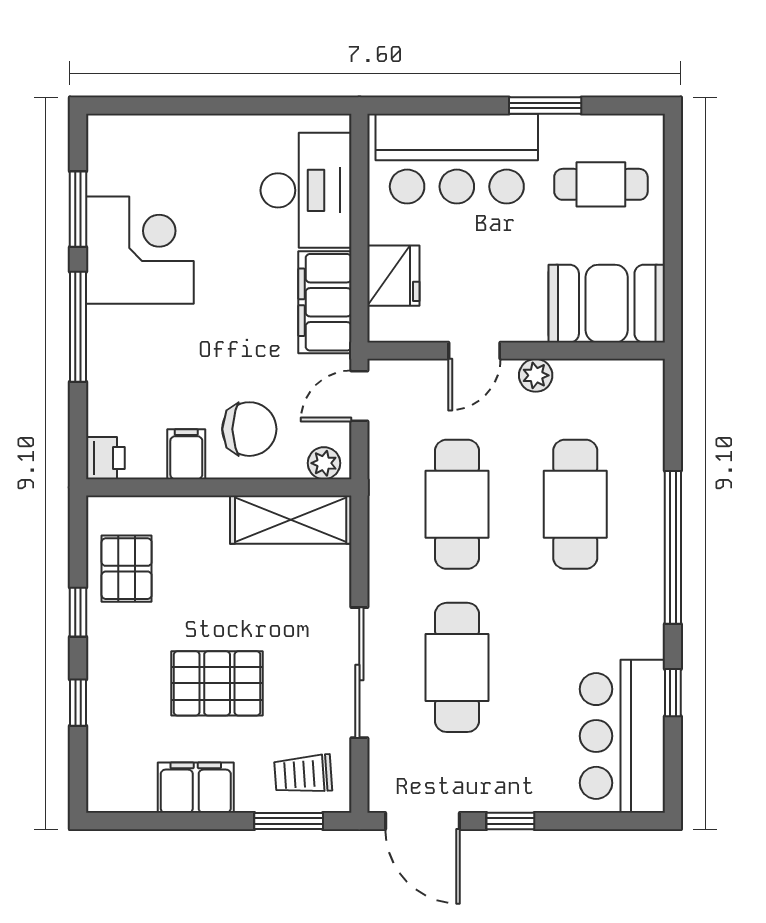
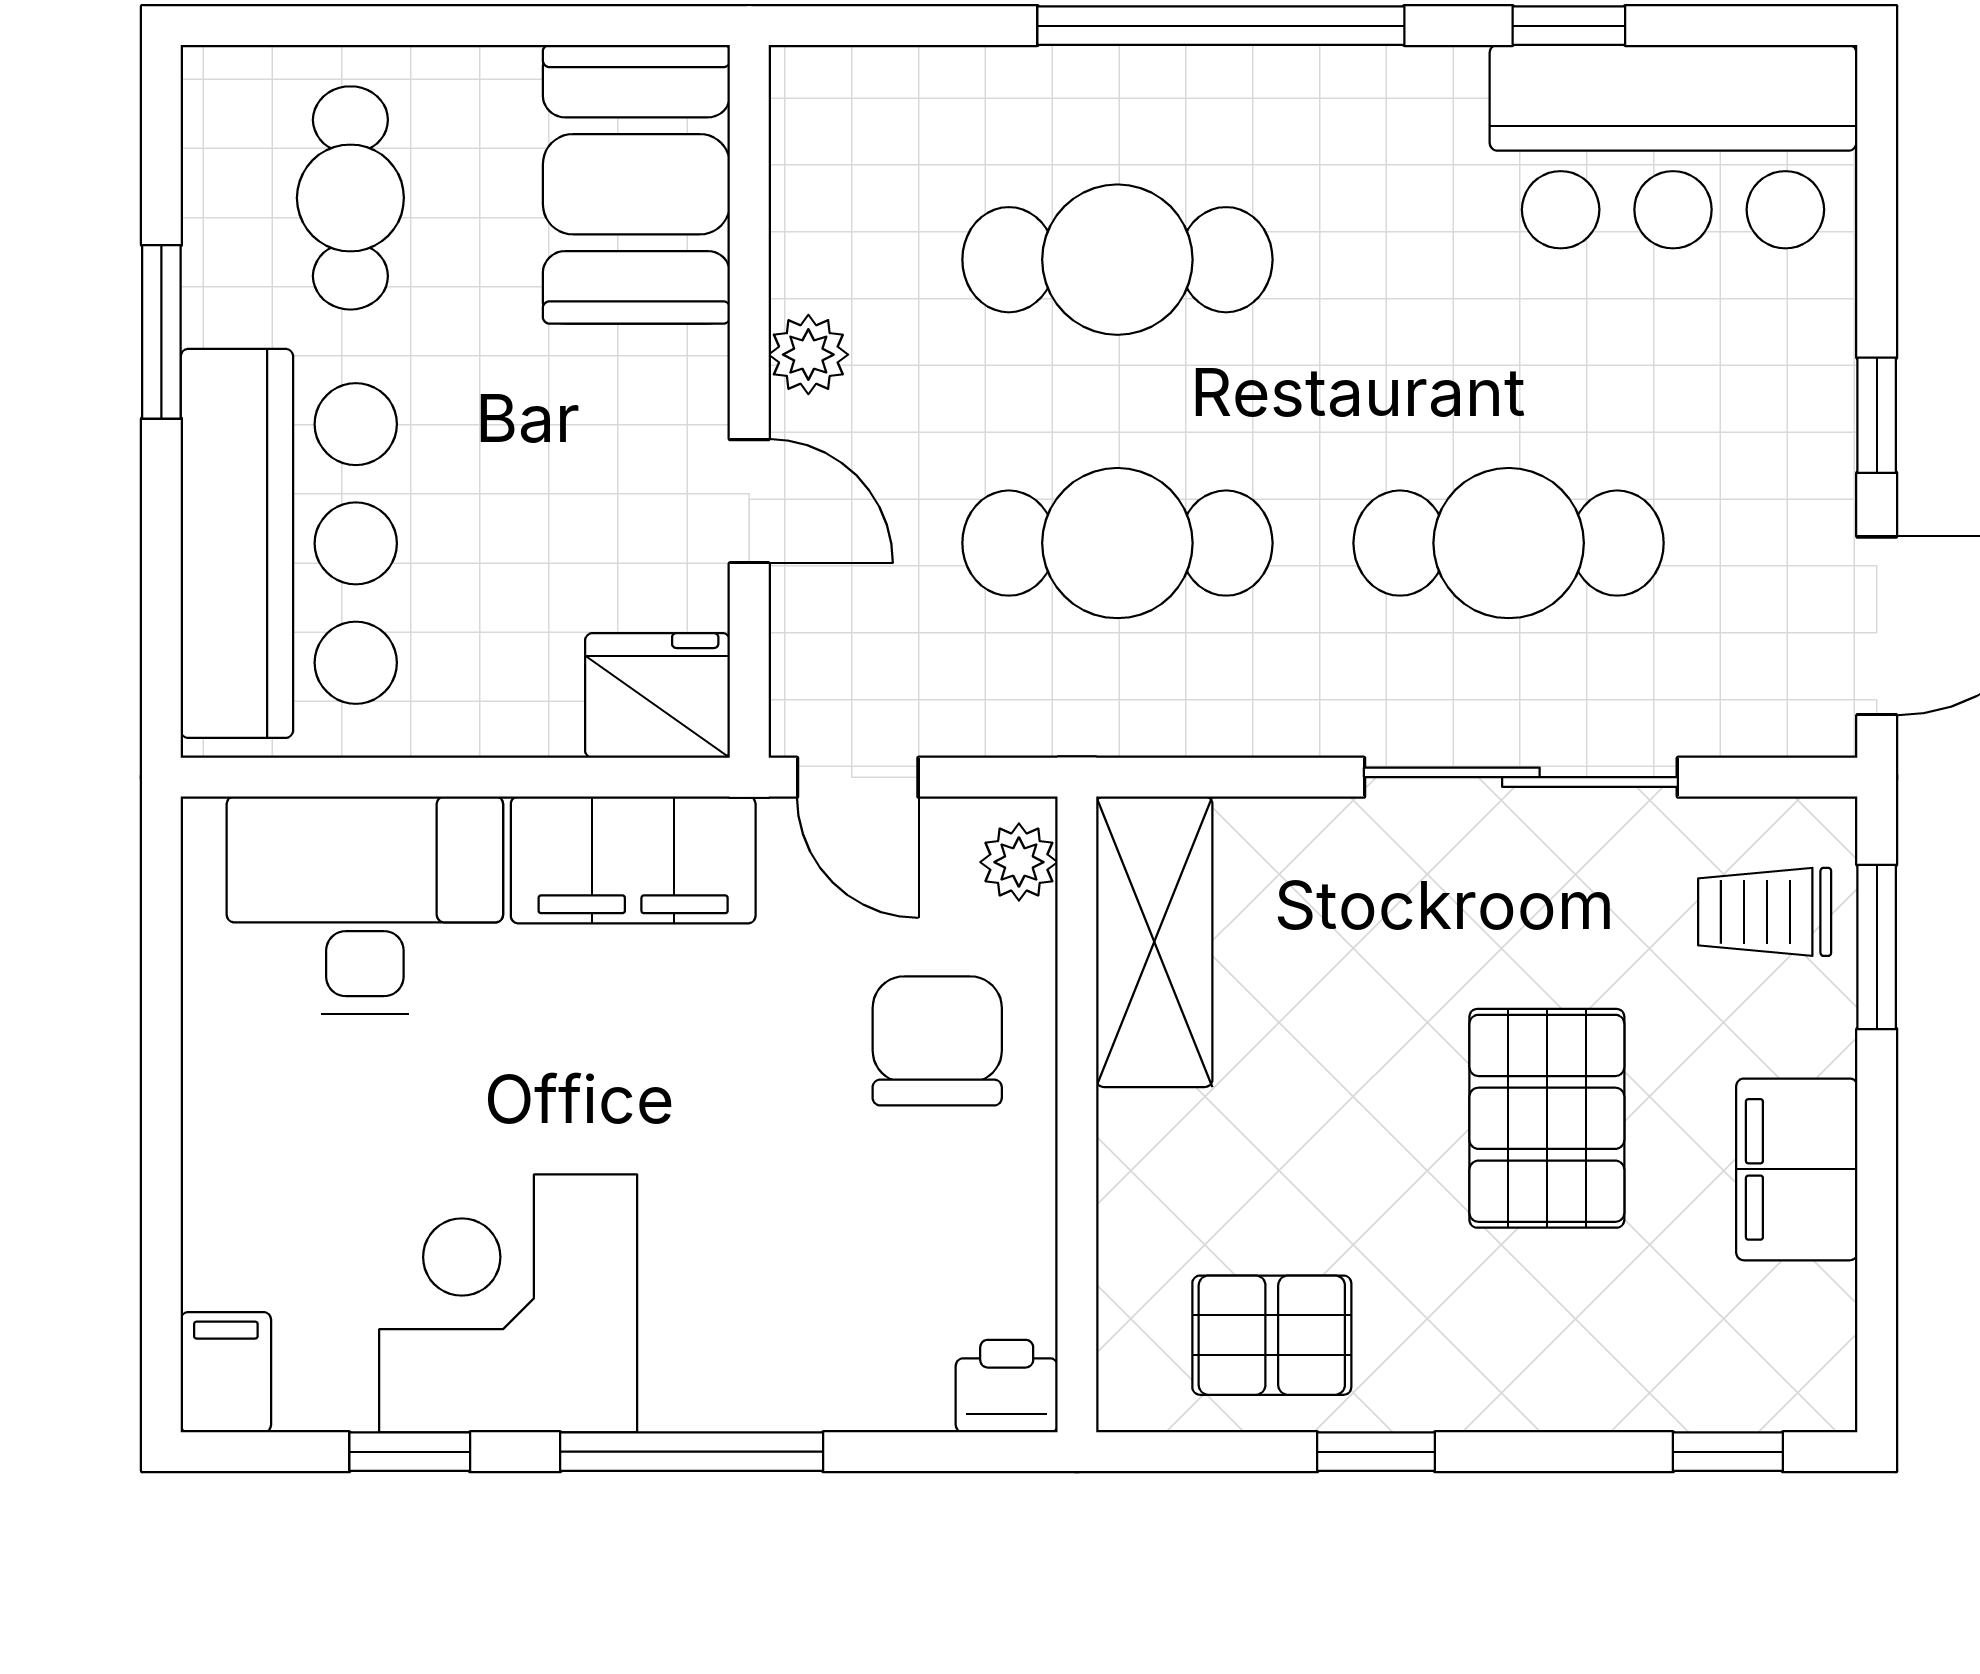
window: (78, 209) -> (410, 1452), width x0.67
fridge: (393, 276) -> (658, 695), moved
filing cabinet: (186, 454) -> (226, 1372), moved, turned 90
window: (78, 703) -> (1728, 1452), moved
trolley: (303, 774) -> (1765, 912), turned 94

